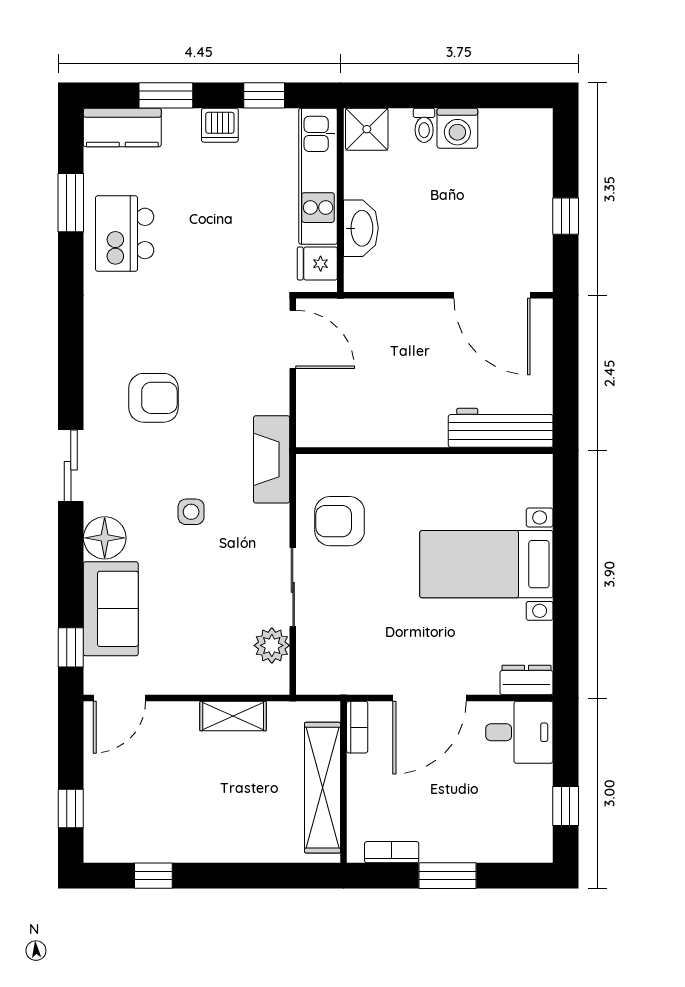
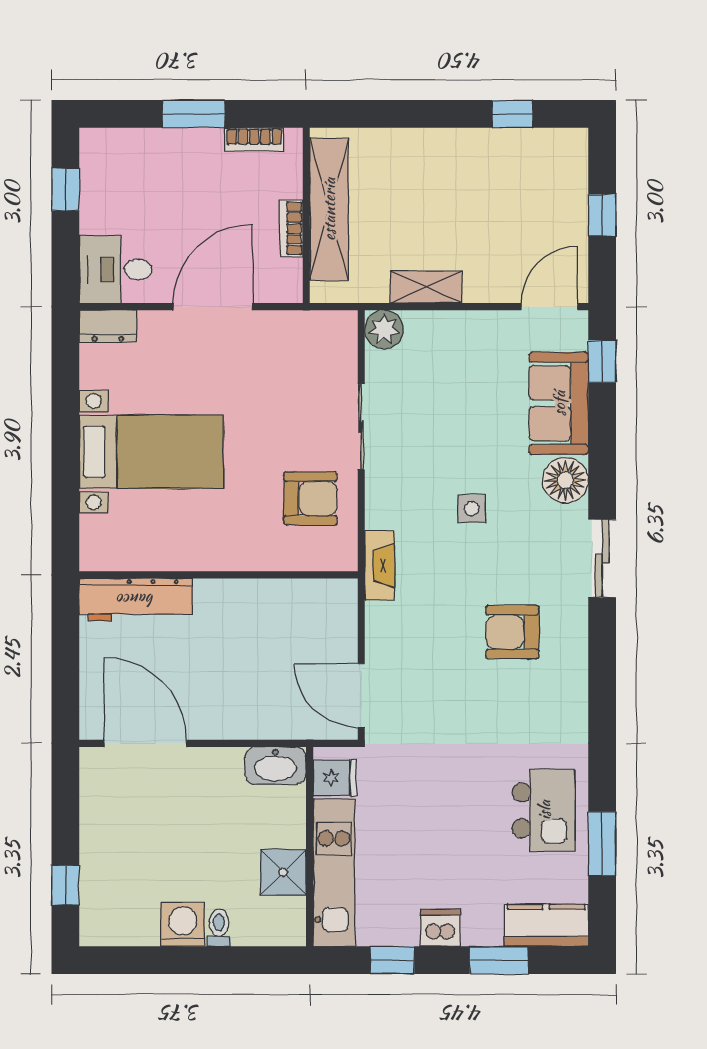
shower: (367, 129) -> (283, 872), moved
window: (566, 216) -> (65, 885), moved
washbasin: (361, 228) -> (276, 766), moved, turned -90
fireplace: (272, 459) -> (380, 565), width x0.73, depth x0.76
plant: (272, 645) -> (384, 329), moved
bookcase: (357, 727) -> (292, 228), moved
window: (71, 808) -> (602, 215), moved

